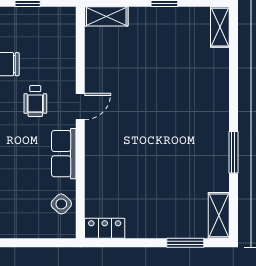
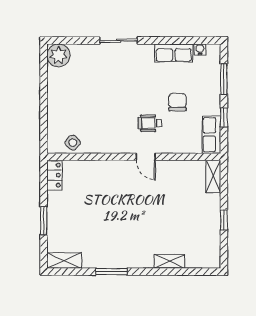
shelving: (220, 27) -> (169, 261), moved
row of seats: (64, 154) -> (212, 135), moved, turned -90
window: (185, 243) -> (44, 221), moved

